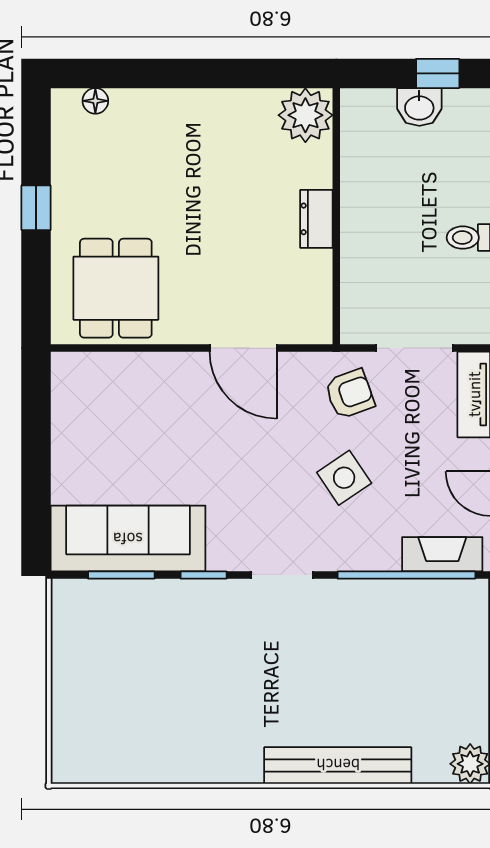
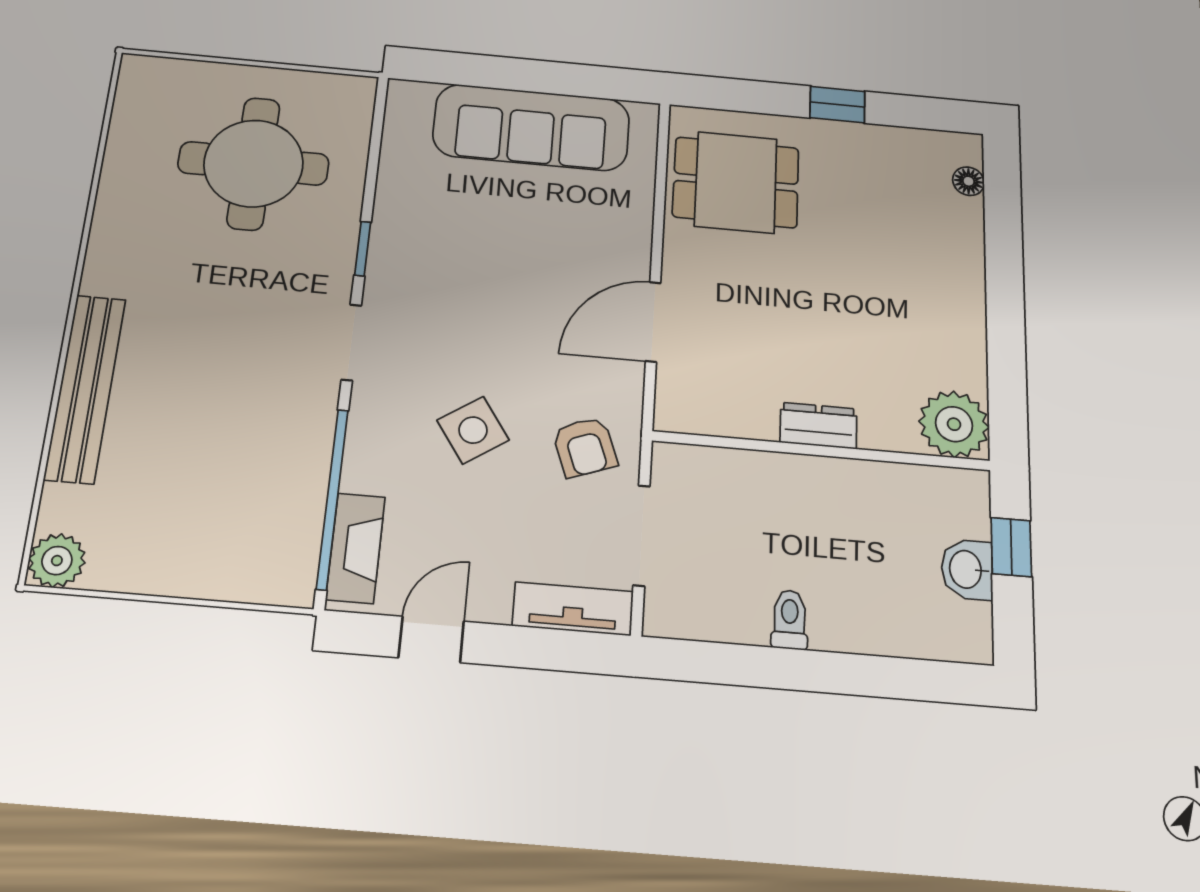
window: (438, 73) -> (1011, 547), moved
sofa: (128, 539) -> (531, 127), moved, turned 90
window: (121, 575) -> (374, 155), removed
round table: (139, 667) -> (254, 163), added

